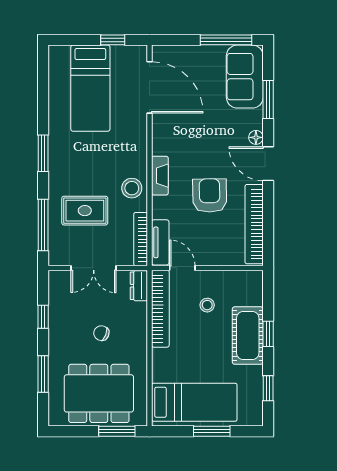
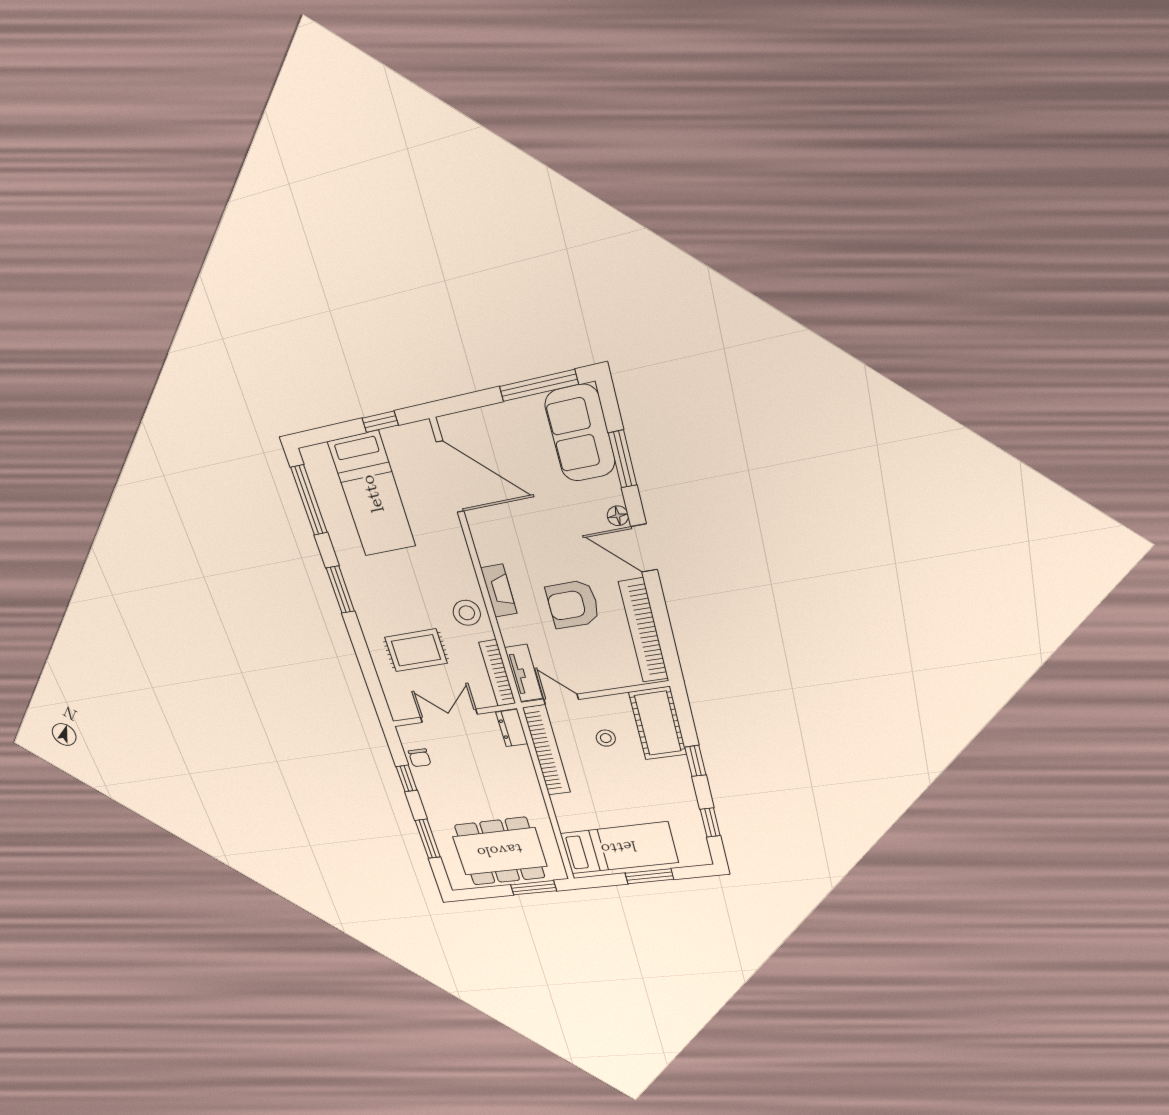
armchair: (210, 196) -> (573, 604), turned -89
window: (43, 225) -> (309, 500), moved
double door: (94, 268) -> (449, 716), swing flipped
chair: (101, 333) -> (420, 758), moved, turned -111
cot: (248, 336) -> (658, 723), moved

